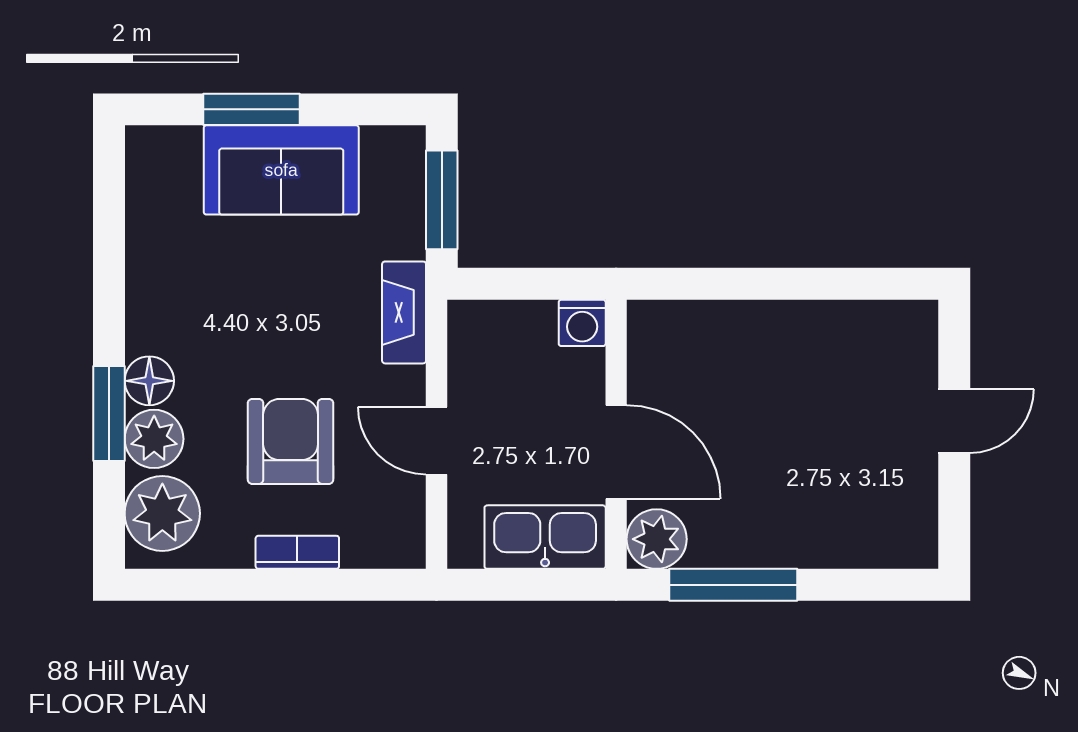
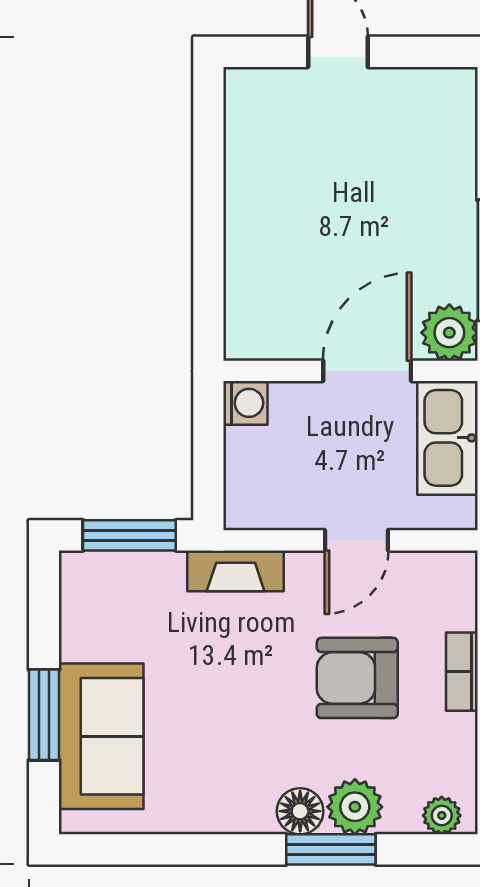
sofa: (281, 170) -> (101, 736), moved
plant: (162, 513) -> (442, 815), width x0.53, depth x0.53

